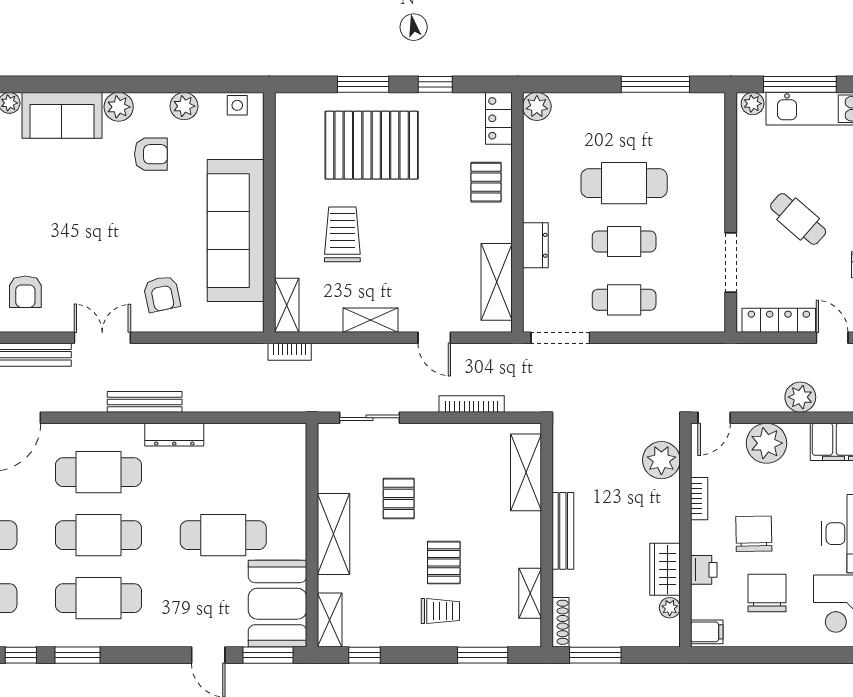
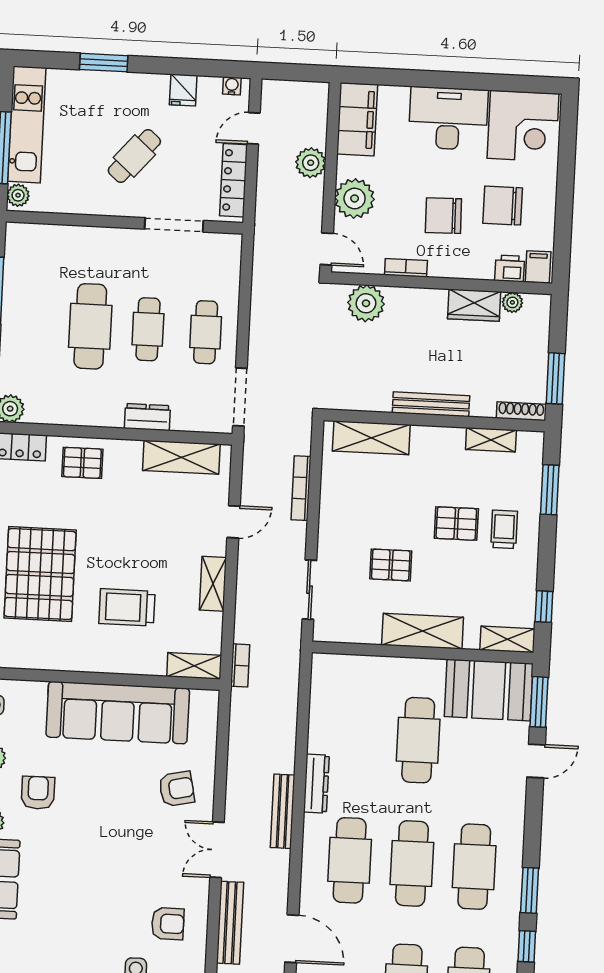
printer: (704, 570) -> (510, 268), moved

